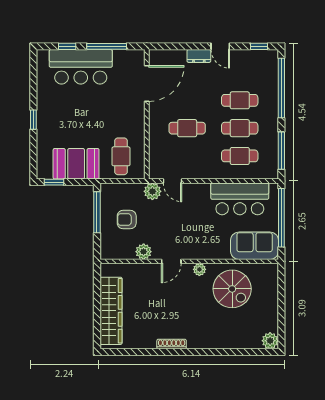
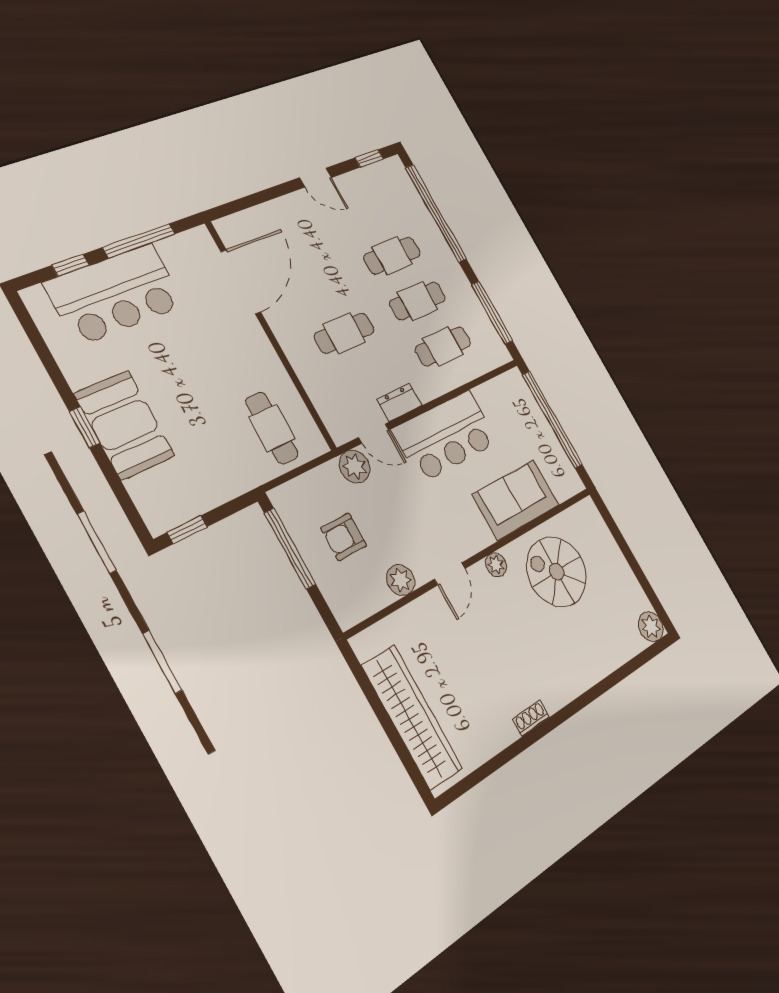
dresser: (199, 56) -> (399, 402), moved, turned 180
booth: (76, 164) -> (125, 425), moved, turned 90
bar counter: (240, 199) -> (446, 436), moved
sofa: (255, 246) -> (516, 500), moved
spiral stairs: (232, 289) -> (557, 572), turned 180
shoe rack: (172, 344) -> (531, 718), width x0.70

